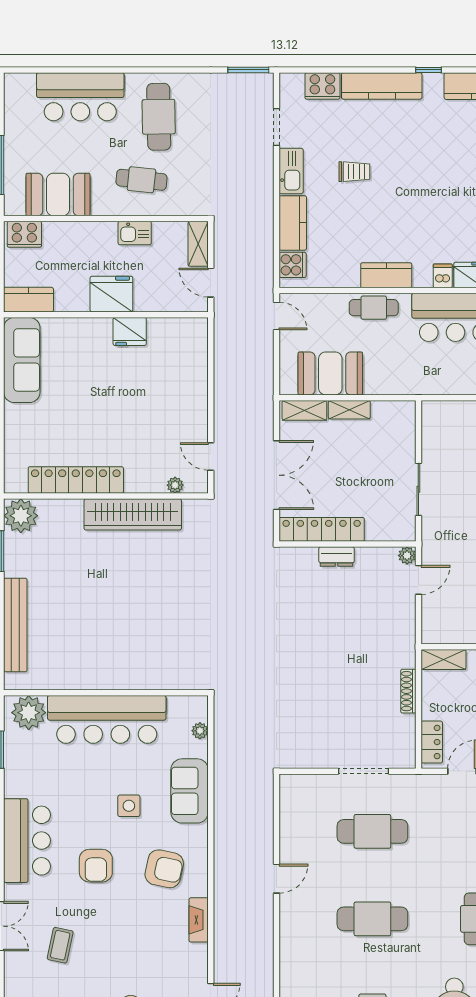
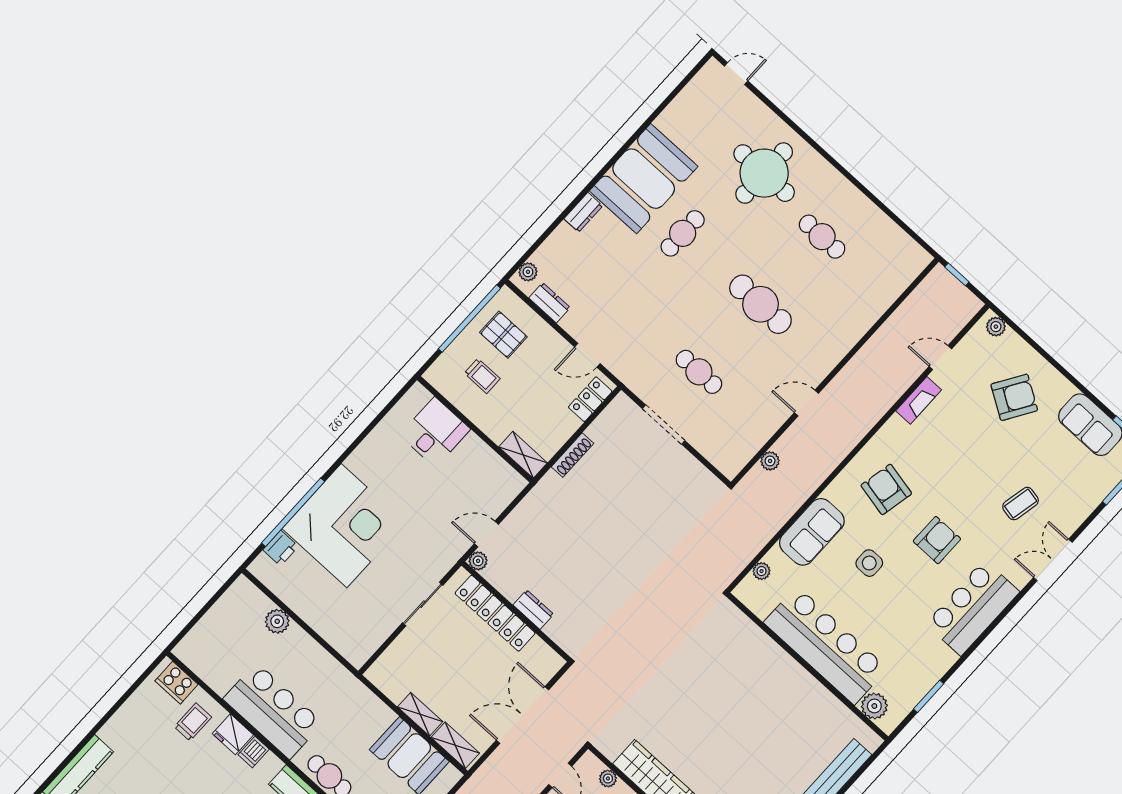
locker: (322, 529) -> (495, 613), moved
plant: (29, 713) -> (874, 706), width x0.73, depth x0.73
plant: (265, 814) -> (770, 461), added
cafe table: (372, 831) -> (699, 372), width x0.73, depth x0.74
fireplace: (199, 920) -> (919, 400), moved

